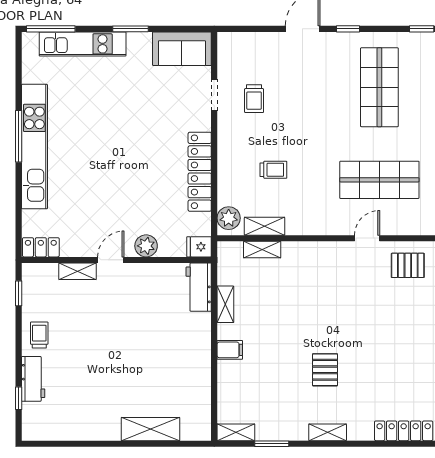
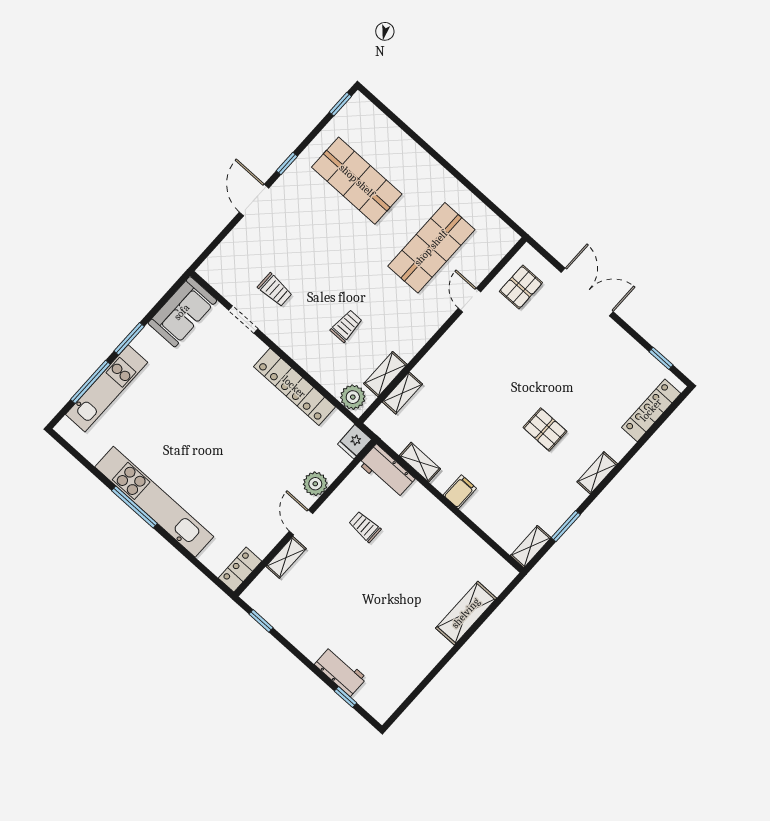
window: (51, 29) -> (90, 382), moved
trolley: (39, 335) -> (365, 527), moved

